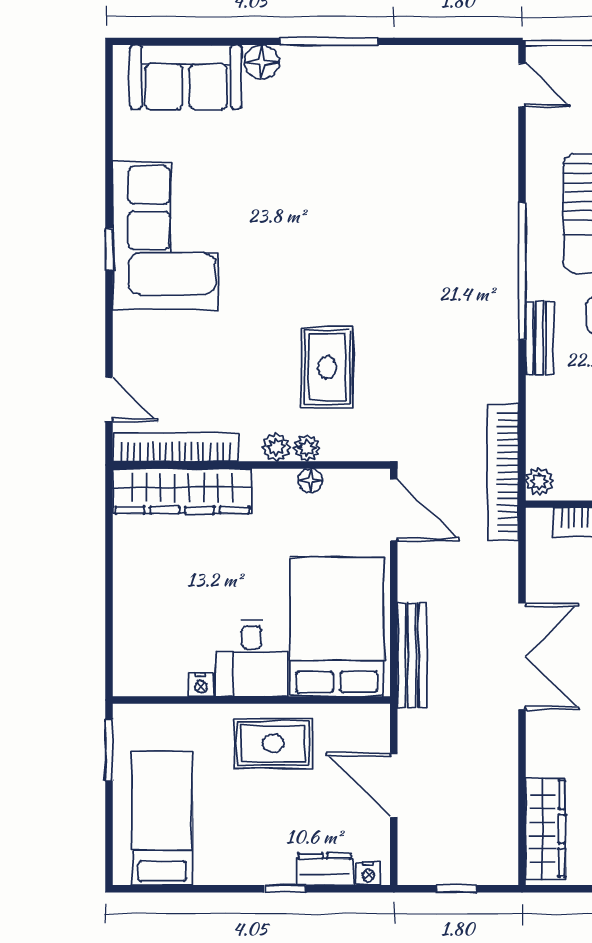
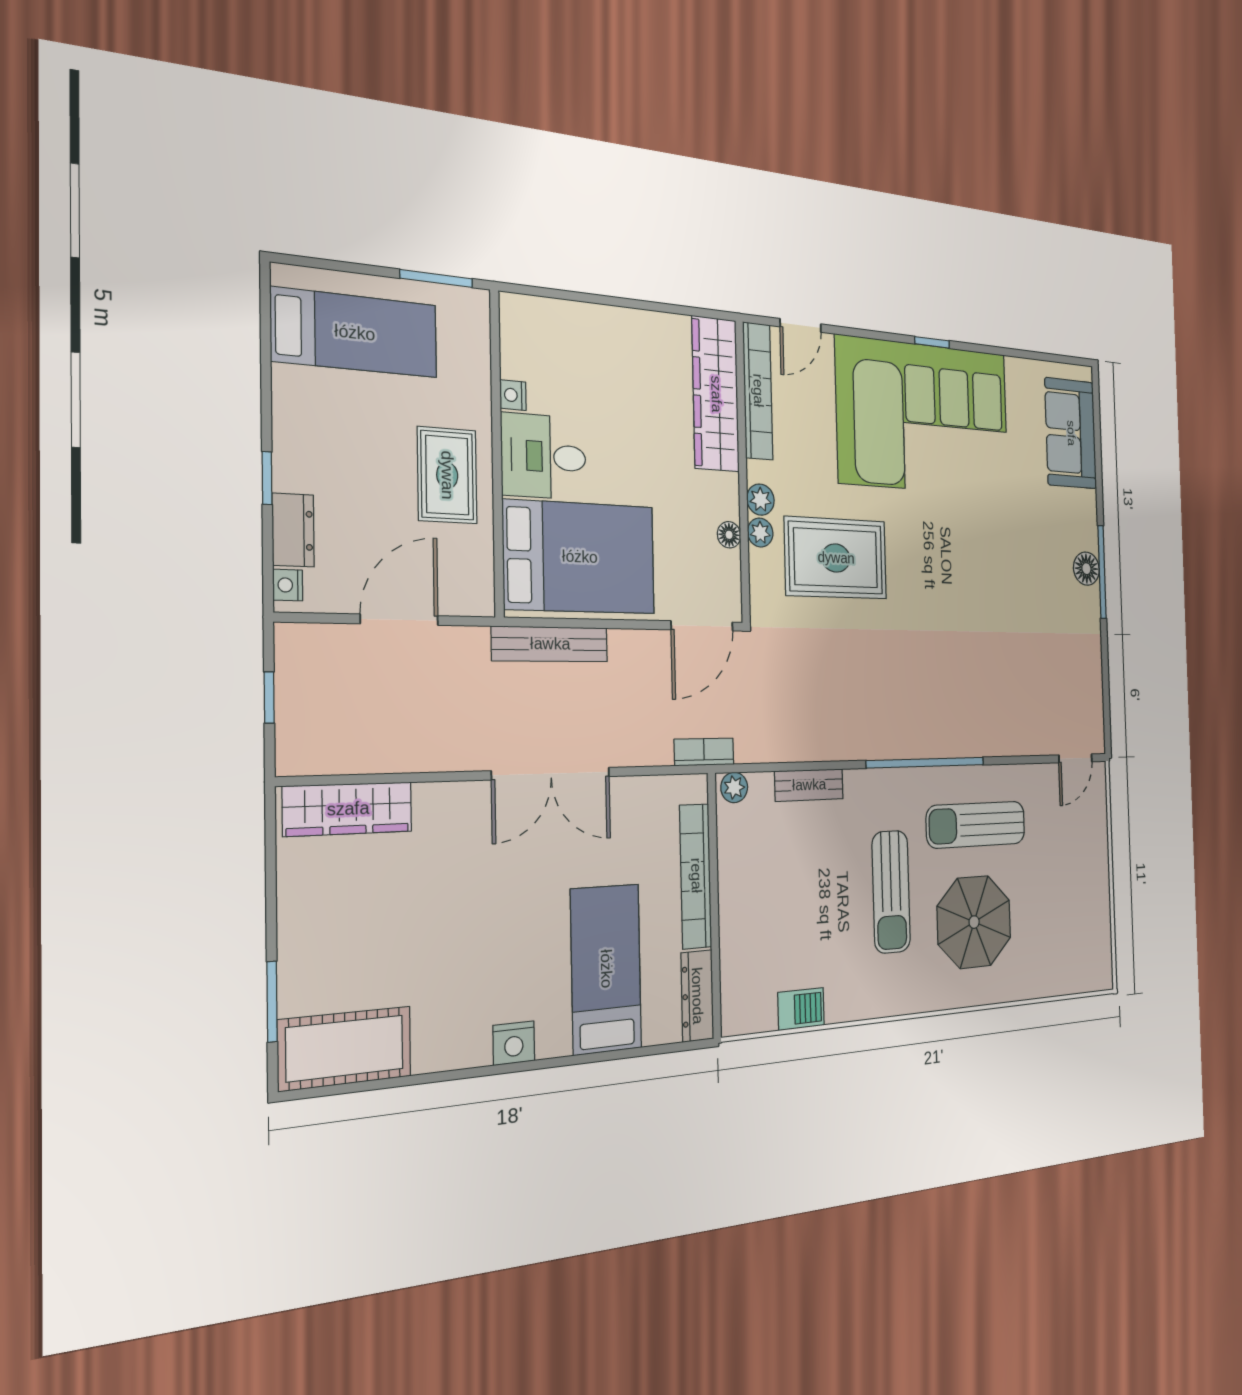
floor lamp: (262, 62) -> (1086, 569), moved
corner sofa: (165, 235) -> (924, 417), width x1.36, depth x1.36
bench: (539, 338) -> (809, 785), moved
rug: (327, 367) -> (836, 558), width x1.36, depth x1.43
bookcase: (503, 472) -> (704, 752), width x0.43, depth x0.76

